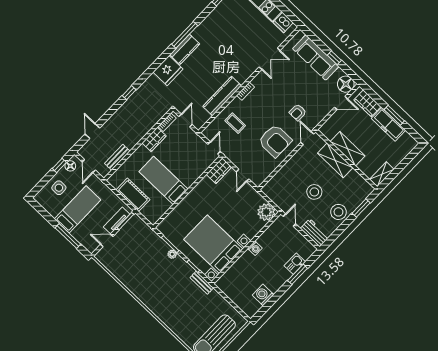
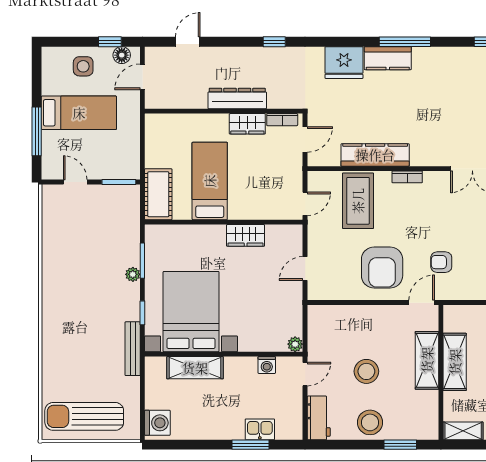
coffee table: (235, 123) -> (358, 201), width x1.86, depth x1.72
dresser: (139, 133) -> (237, 99), added
bench: (117, 157) -> (185, 101), removed
wardrobe: (219, 171) -> (246, 235), moved
cot: (133, 195) -> (158, 194), moved
plant: (266, 212) -> (295, 344), width x0.53, depth x0.53
tv unit: (117, 221) -> (110, 171), removed
washing machine: (255, 248) -> (267, 365), moved
shelving: (240, 266) -> (195, 368), added
bench: (202, 283) -> (133, 349), width x1.36
washing machine: (263, 295) -> (157, 423), moved, turned 90

